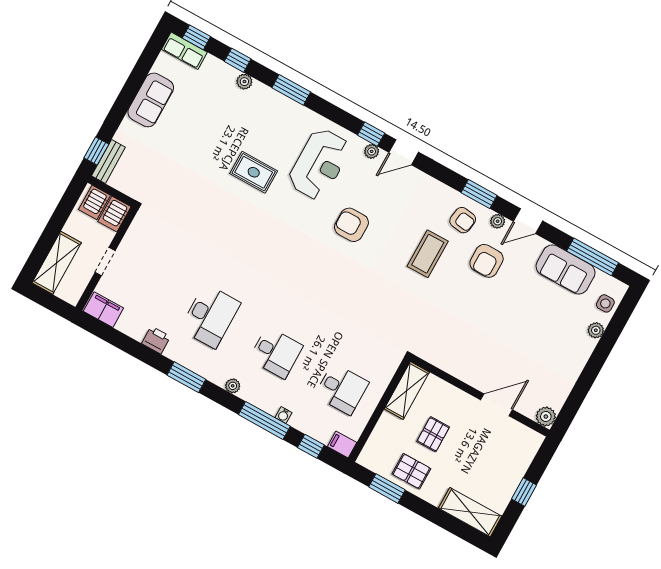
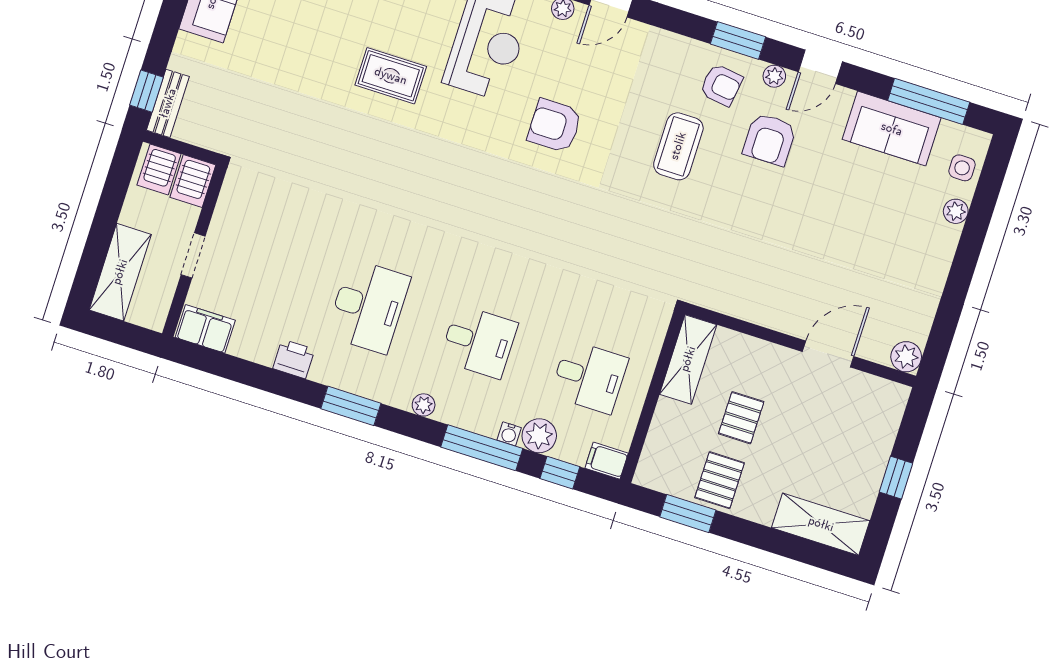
plant: (302, 420) -> (539, 436), added
pallet: (411, 471) -> (720, 480), turned 90

